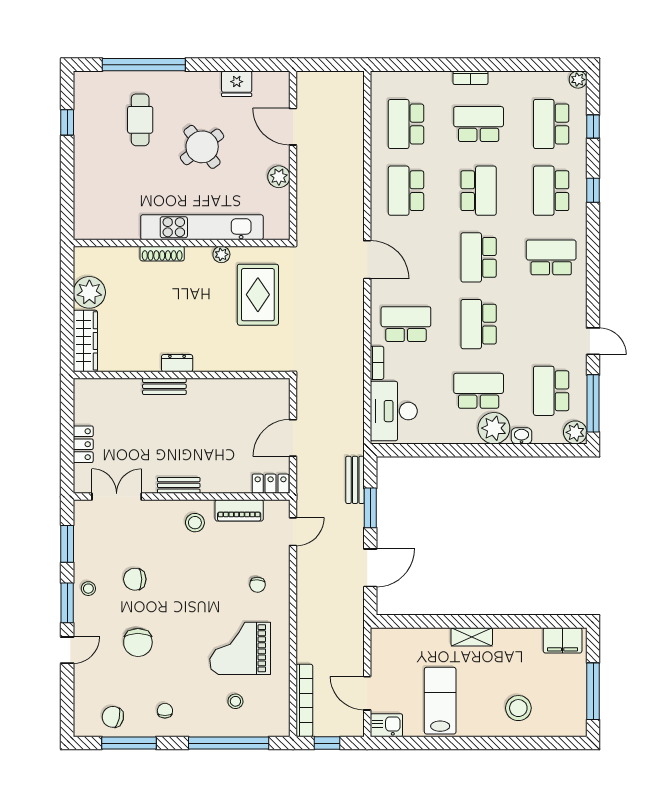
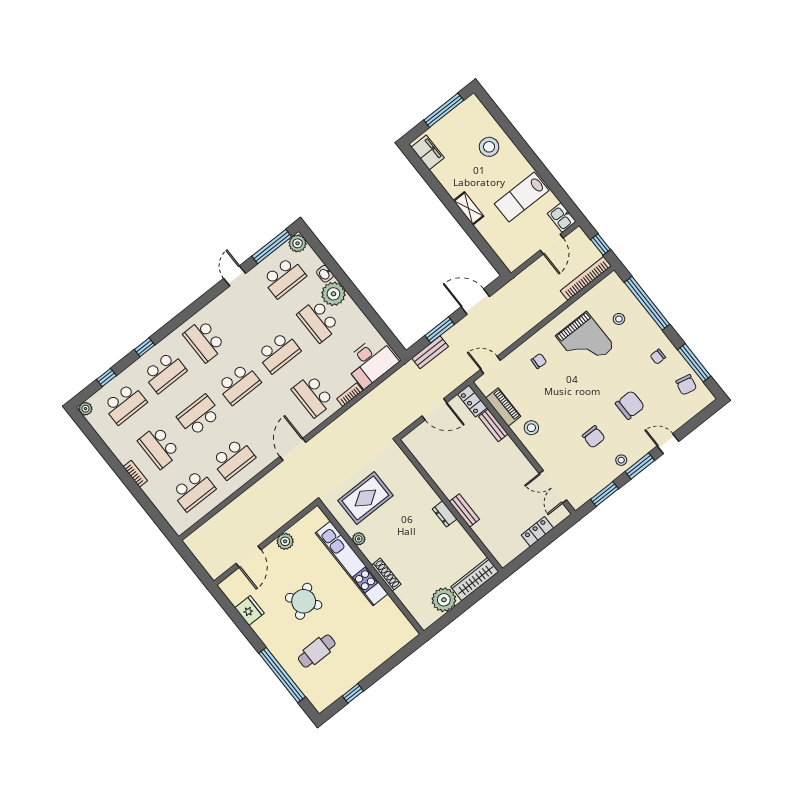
bench: (179, 485) -> (493, 425), moved

